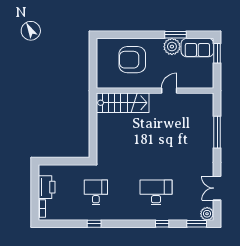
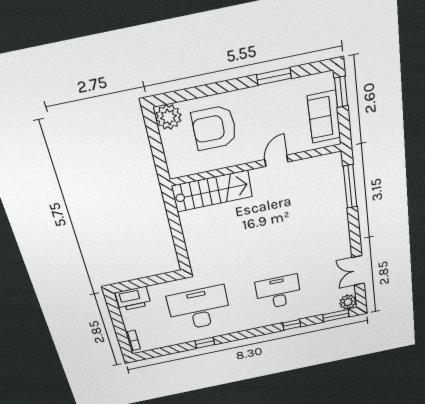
plant: (172, 47) -> (168, 117), moved
sofa: (197, 48) -> (324, 117), moved, turned 90
window: (217, 132) -> (350, 186), moved
printer: (47, 187) -> (133, 299), moved, turned 90
desk: (96, 192) -> (199, 308), width x1.87, depth x1.30

